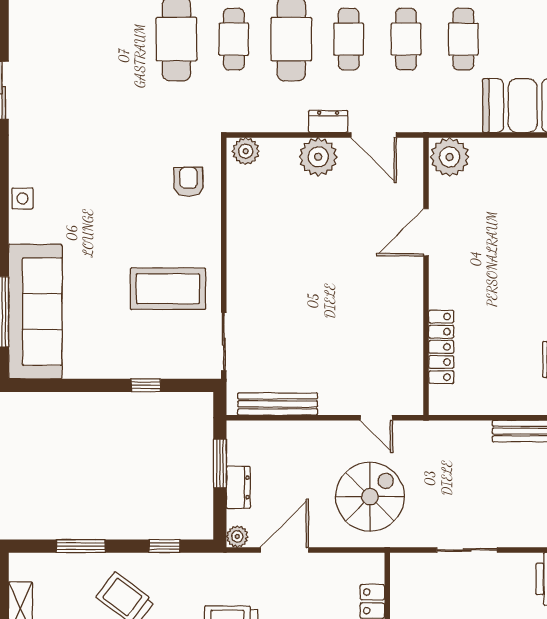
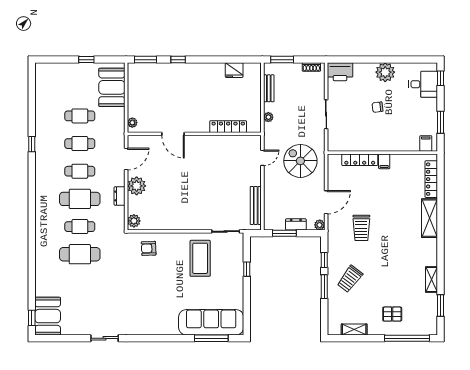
dresser: (328, 121) -> (120, 196), moved
plant: (450, 157) -> (132, 123), width x0.53, depth x0.53
side table: (22, 198) -> (157, 328), removed
plant: (461, 430) -> (268, 117), added
window: (81, 546) -> (324, 287), moved
door: (284, 550) -> (326, 202), swing flipped

